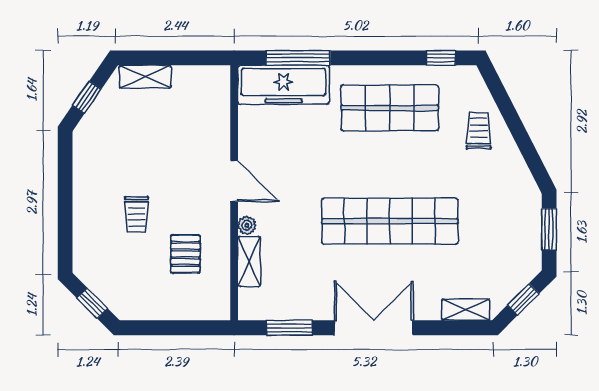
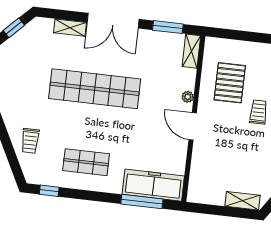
shop shelf: (390, 108) -> (86, 162), width x0.70, depth x0.74
pallet: (185, 254) -> (230, 83), width x1.50, depth x1.42
shelving: (249, 261) -> (191, 51), moved
shelving: (466, 310) -> (70, 28), moved

